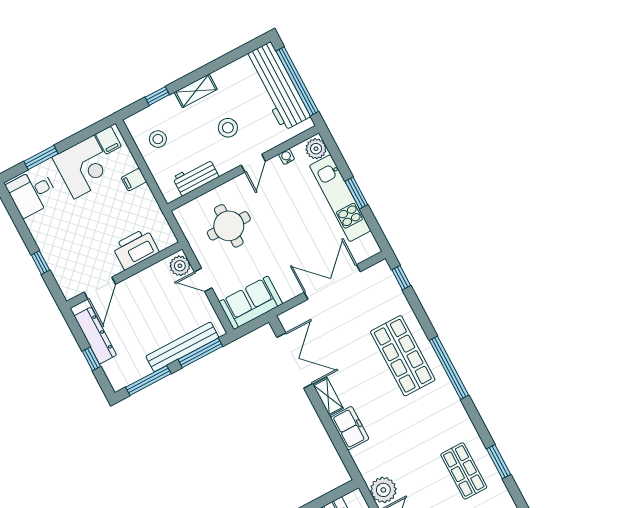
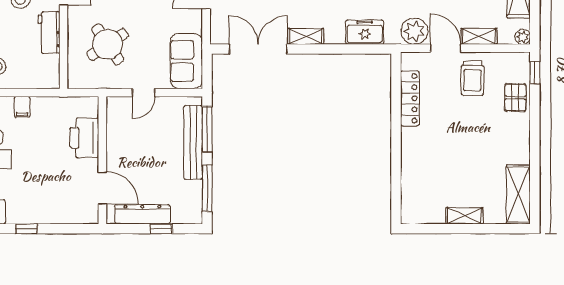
workbench: (196, 177) -> (49, 33), moved
round table: (229, 226) -> (108, 44), turned -34
window: (40, 263) -> (26, 229), moved
plant: (180, 266) -> (120, 106), removed
freezer: (350, 428) -> (365, 32), moved

